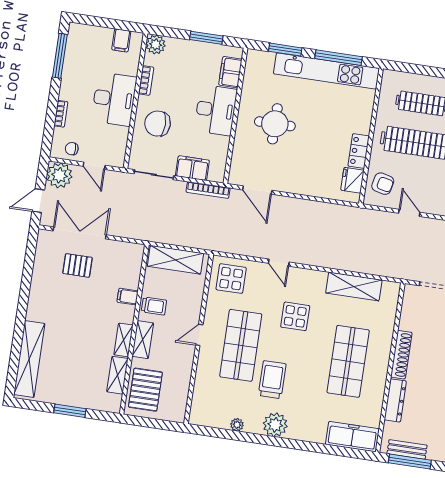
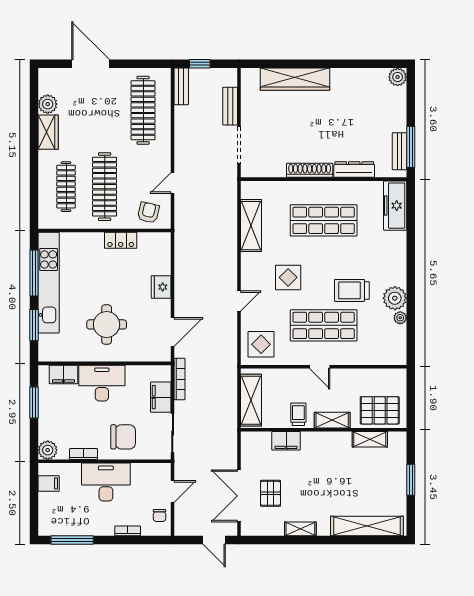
chair: (158, 124) -> (123, 437), turned -90
plant: (59, 175) -> (187, 523), removed
fridge: (352, 180) -> (161, 287), moved, turned 90
filing cabinet: (128, 297) -> (286, 441), width x2.00
shelving: (124, 340) -> (300, 529), moved
plant: (275, 425) -> (395, 298), moved

